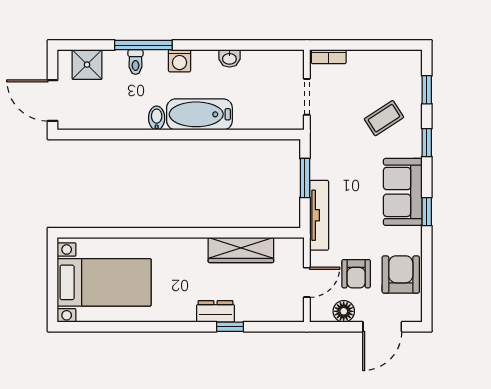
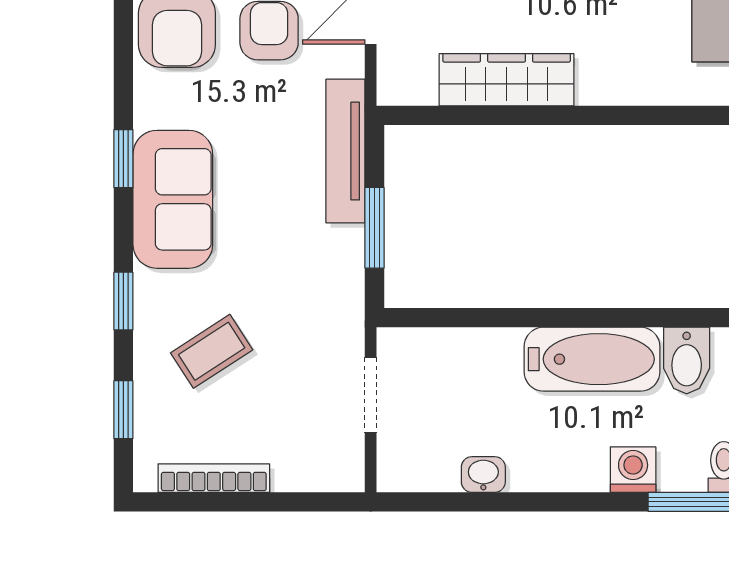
bookcase: (329, 57) -> (214, 478), moved, width x1.56
washbasin: (229, 58) -> (483, 474), moved
bidet: (157, 118) -> (687, 360), width x1.38, depth x1.36

